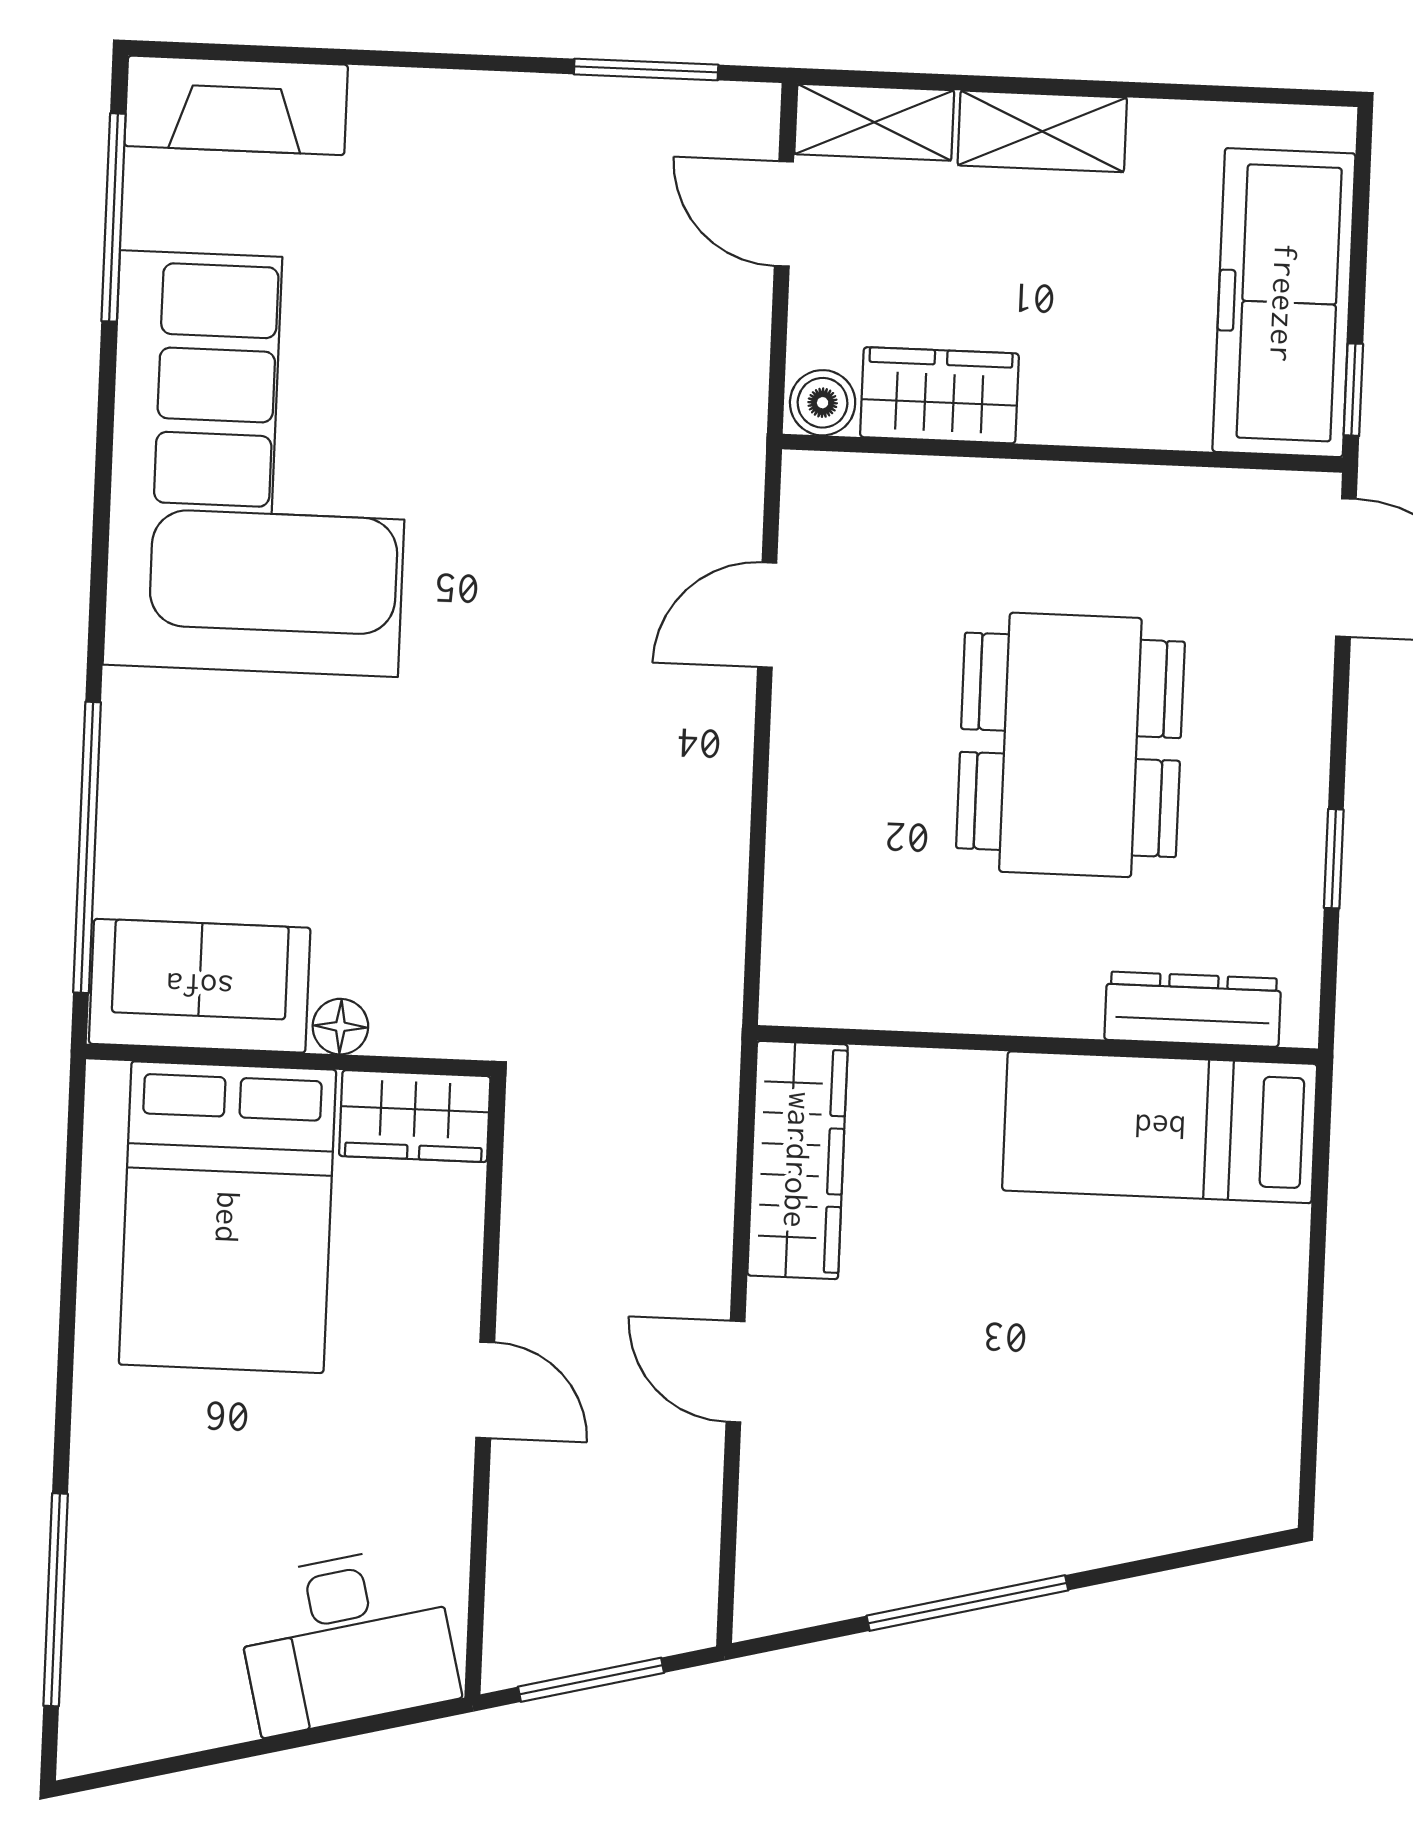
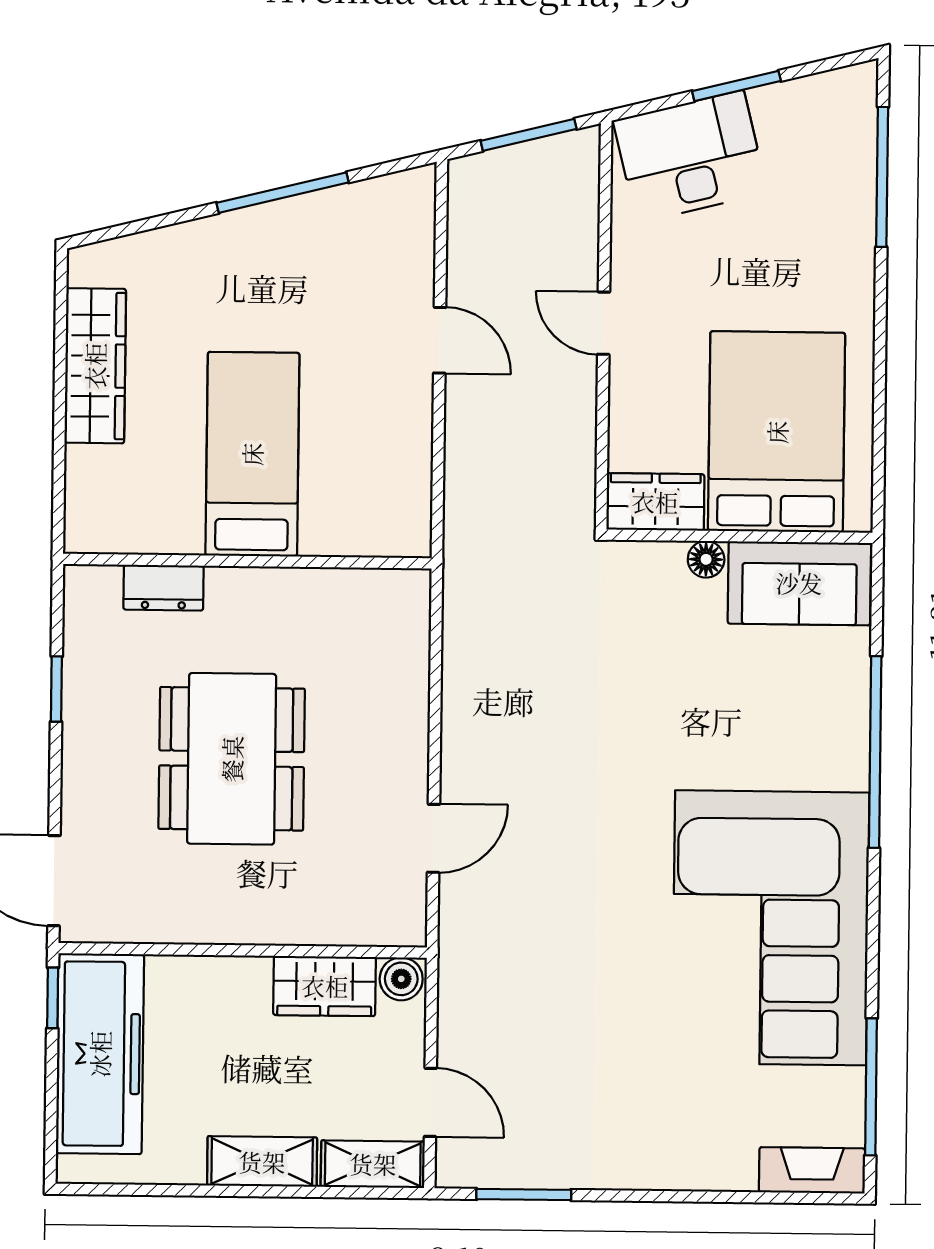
fireplace: (236, 105) -> (812, 1170), width x0.73, depth x0.76
window: (87, 847) -> (875, 752), moved
dresser: (1193, 1009) -> (163, 588), width x0.70
bed: (1160, 1127) -> (252, 454), moved, turned -90
wardrobe: (798, 1160) -> (95, 366), moved, turned 180
window: (273, 1744) -> (736, 86), added

